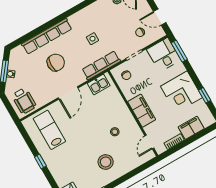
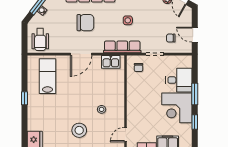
window: (179, 51) -> (195, 94), moved
desk: (164, 55) -> (179, 80), moved, turned 90
filing cabinet: (142, 111) -> (134, 104), removed

